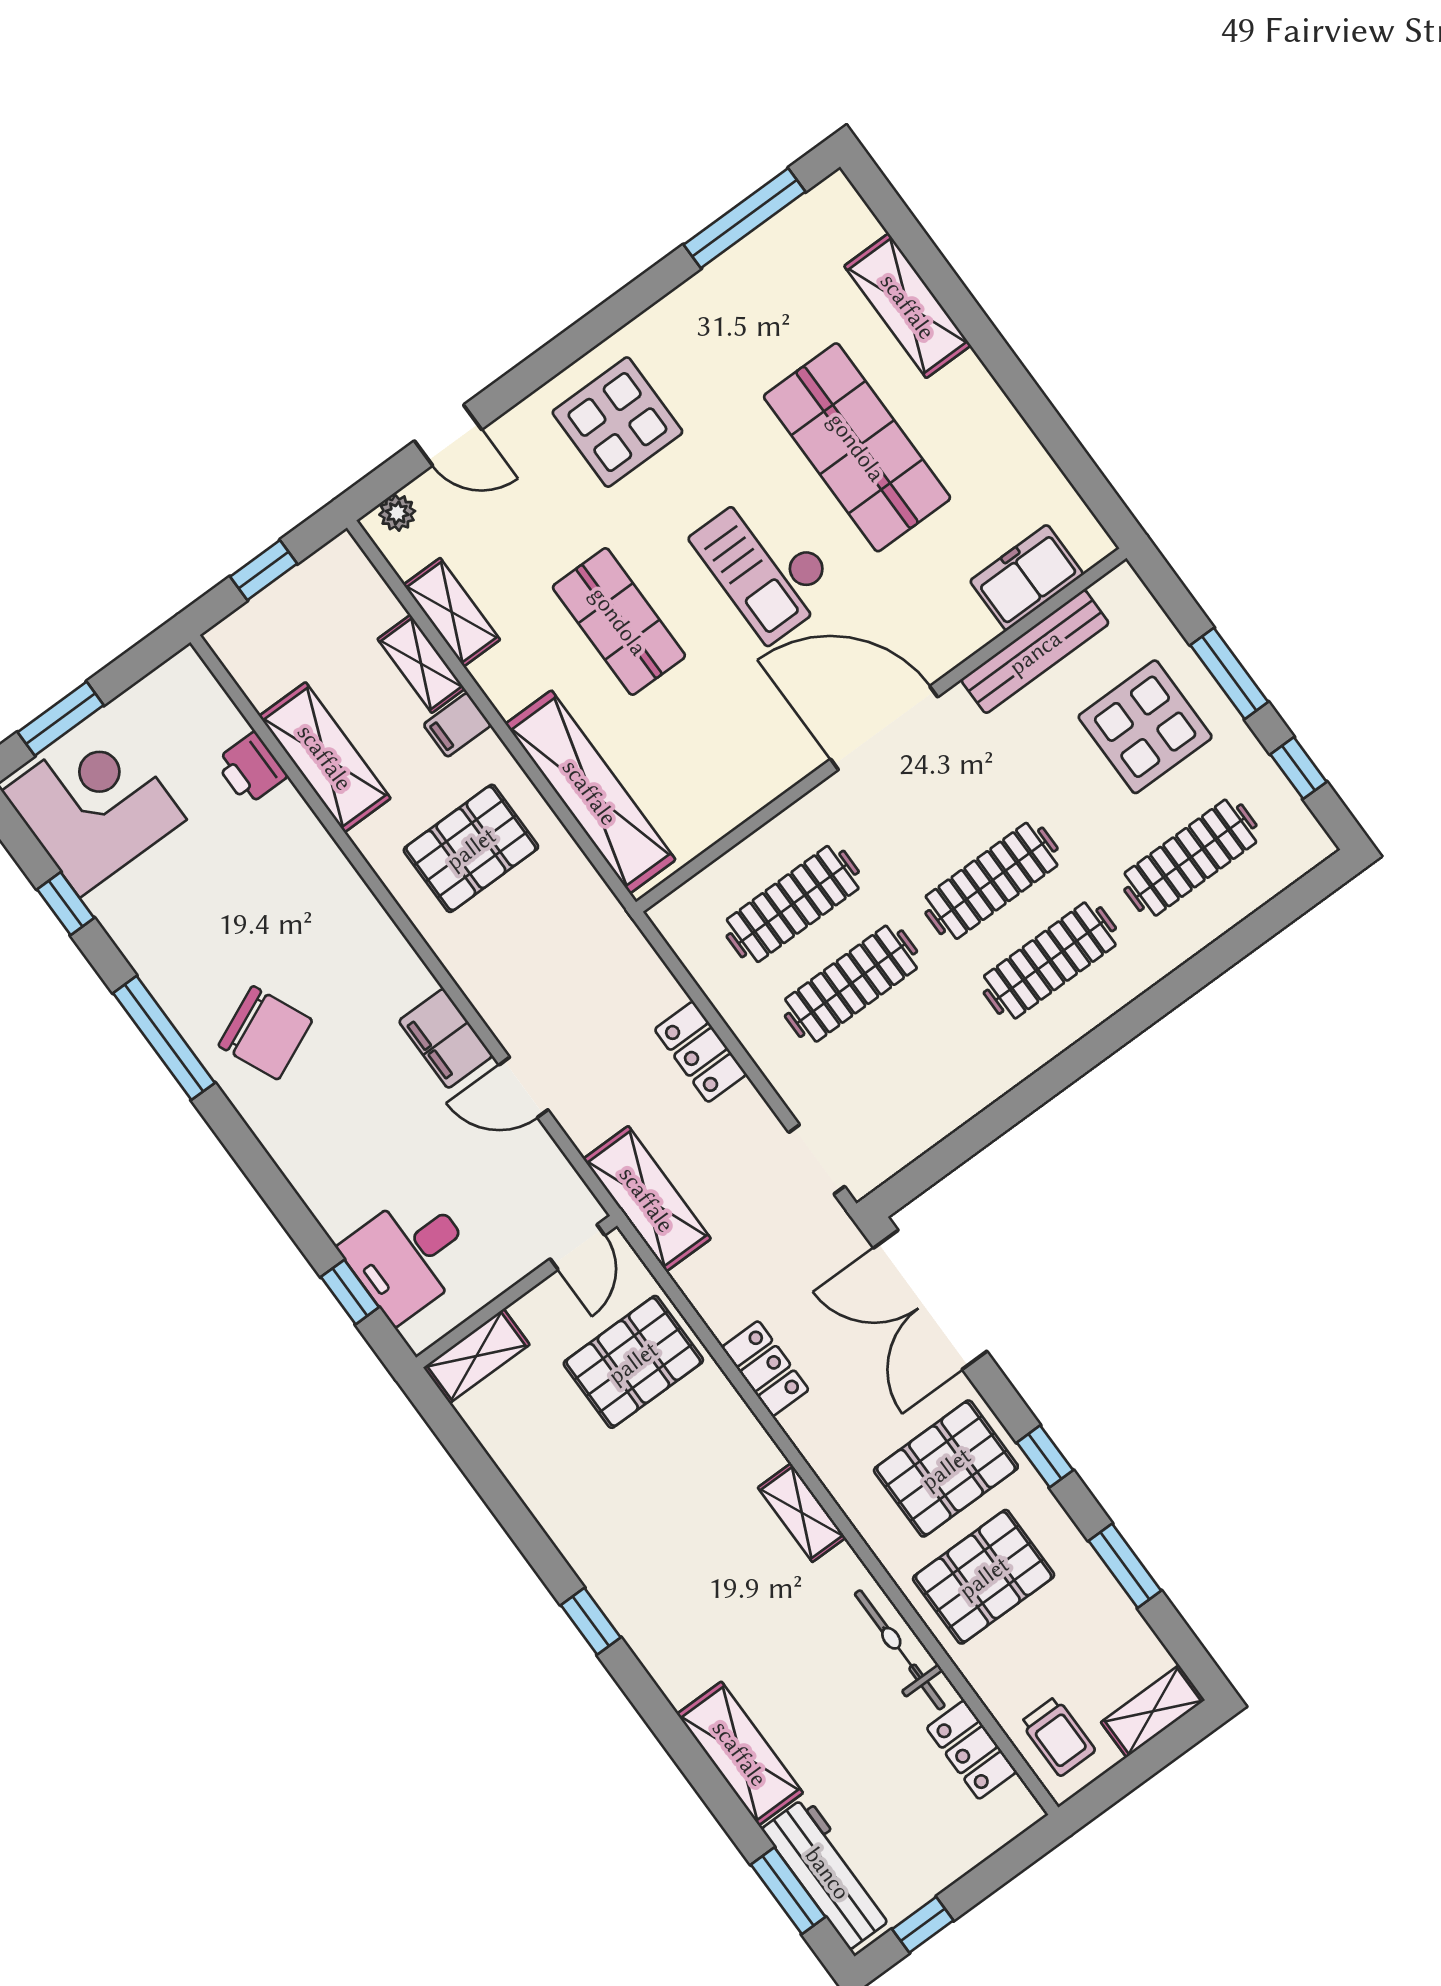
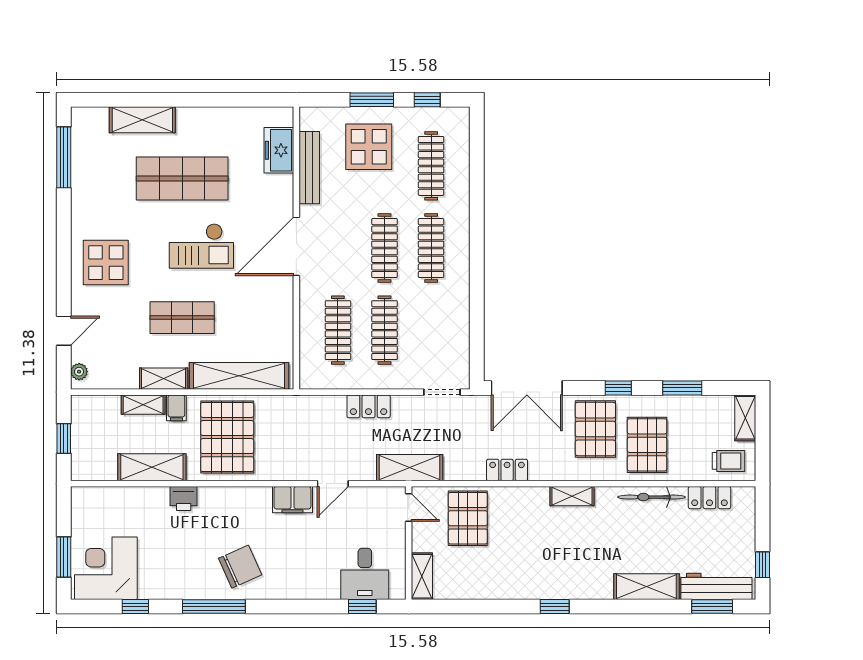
shelving: (452, 612) -> (164, 379), moved
printer: (251, 769) -> (184, 499), moved
pallet: (471, 848) -> (227, 437), width x1.37, depth x1.41

